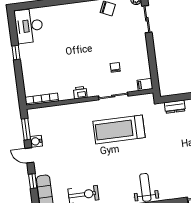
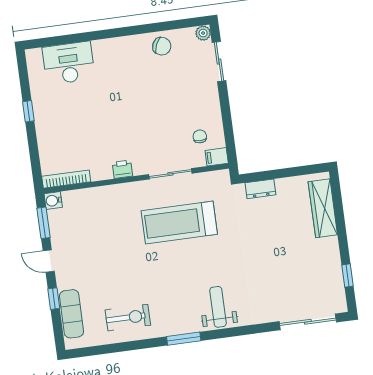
desk: (29, 26) -> (69, 63), moved, turned 90
chair: (115, 67) -> (200, 136), moved
water cooler: (36, 141) -> (53, 201), moved

